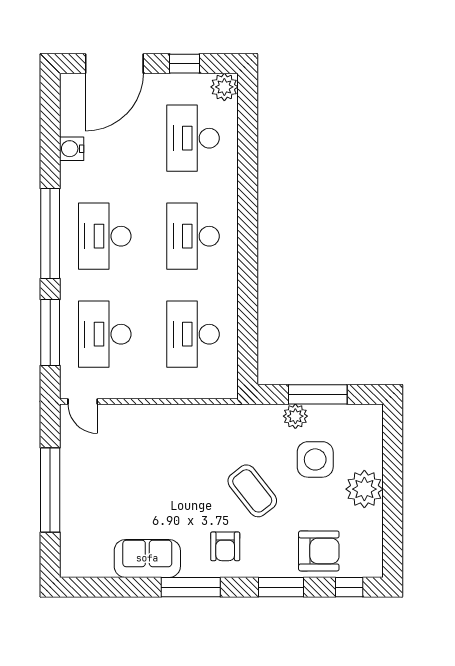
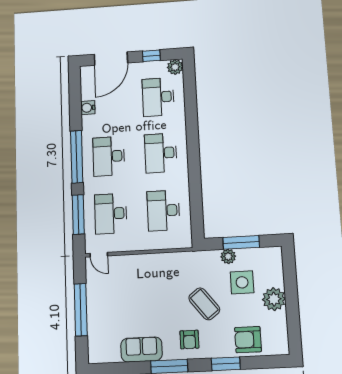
armchair: (319, 551) -> (248, 340), turned 180
window: (349, 587) -> (269, 362), removed

